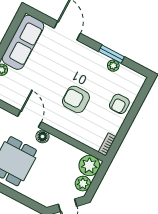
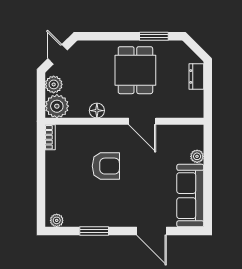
plant: (113, 66) -> (57, 220), moved
armchair: (119, 104) -> (59, 185), removed
floor lamp: (42, 136) -> (97, 111), moved

